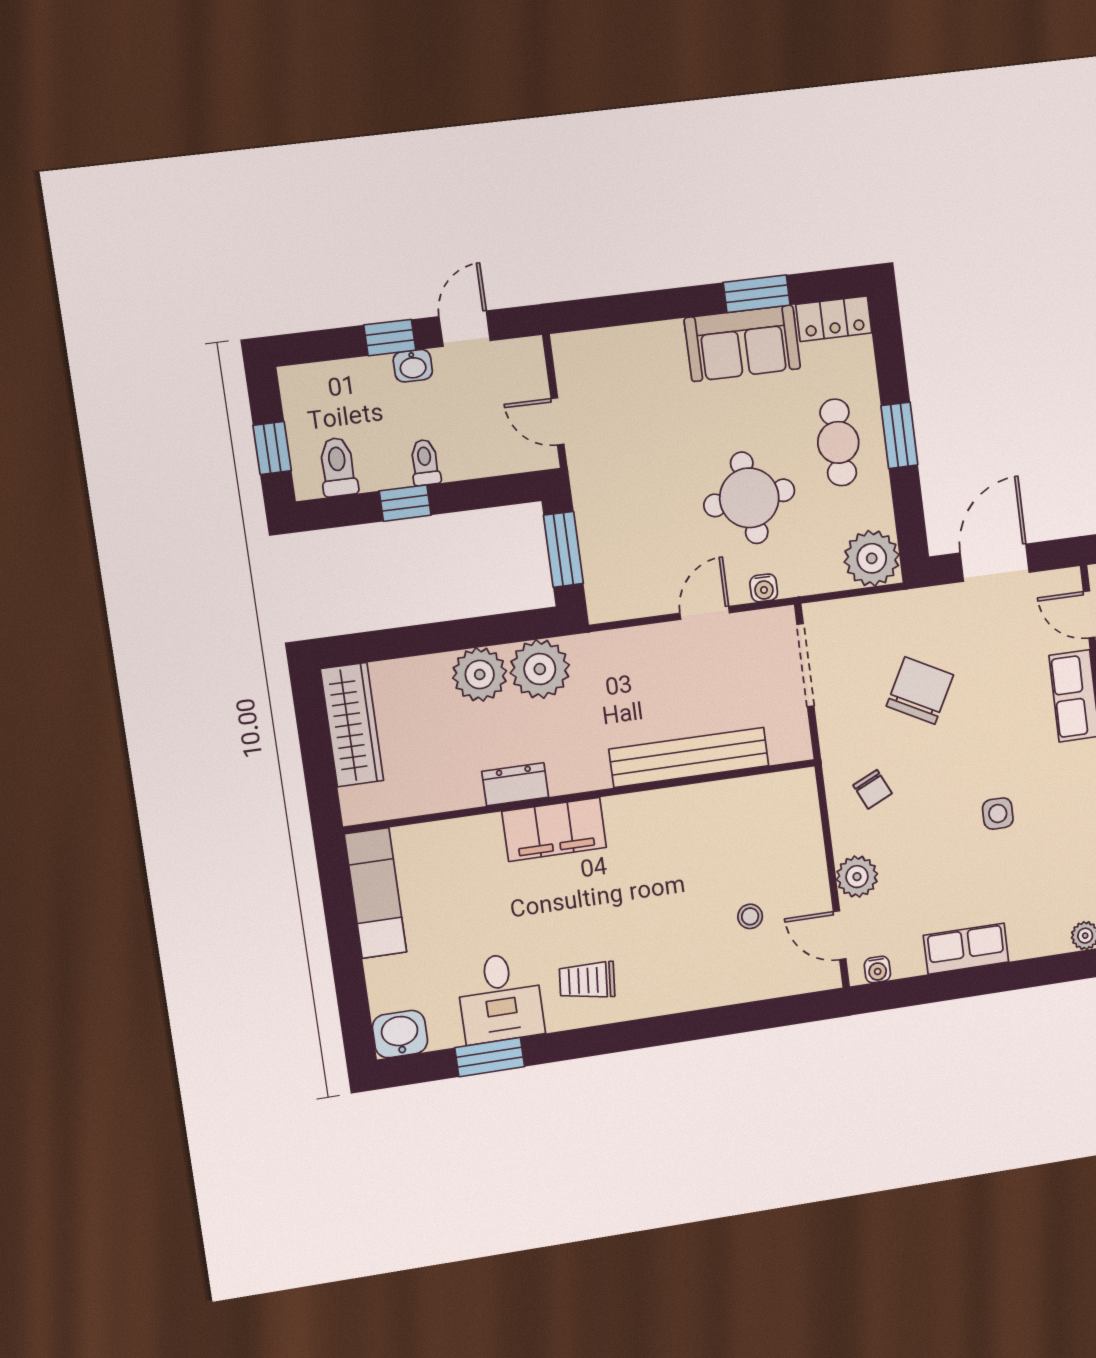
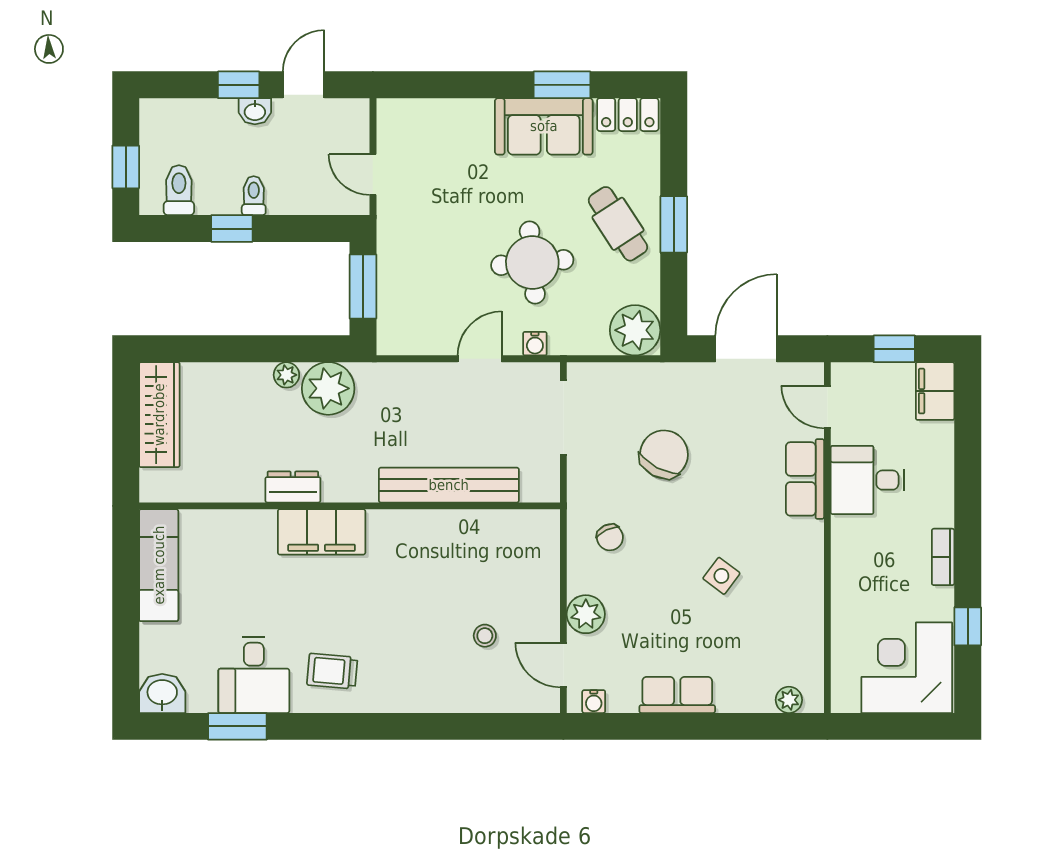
cafe table: (838, 442) -> (618, 224), turned -33
plant: (480, 674) -> (286, 375), width x0.53, depth x0.53
side table: (998, 814) -> (721, 576), turned 37

